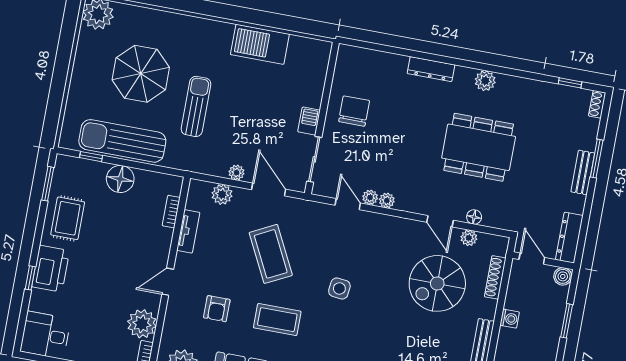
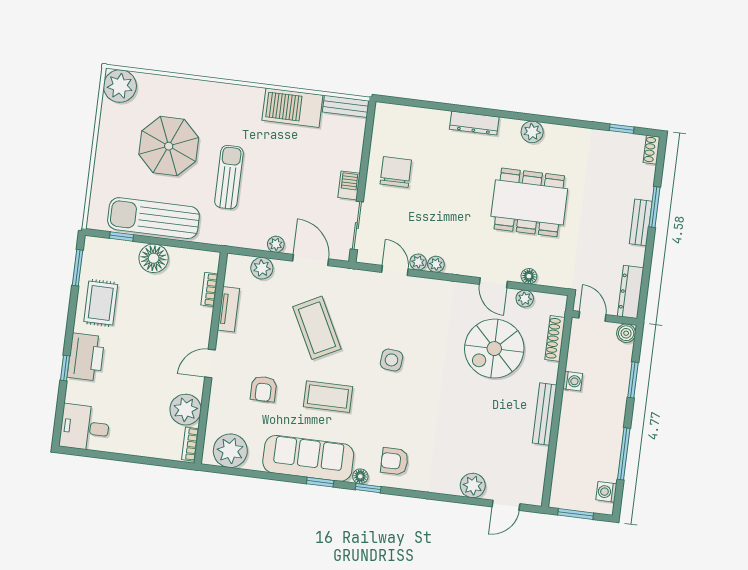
bench: (310, 46) -> (346, 106), added

